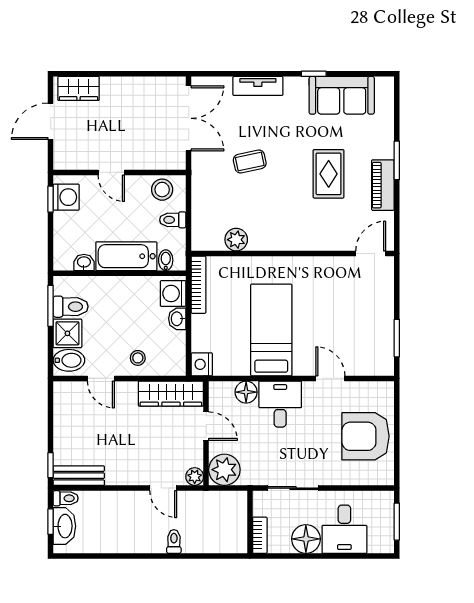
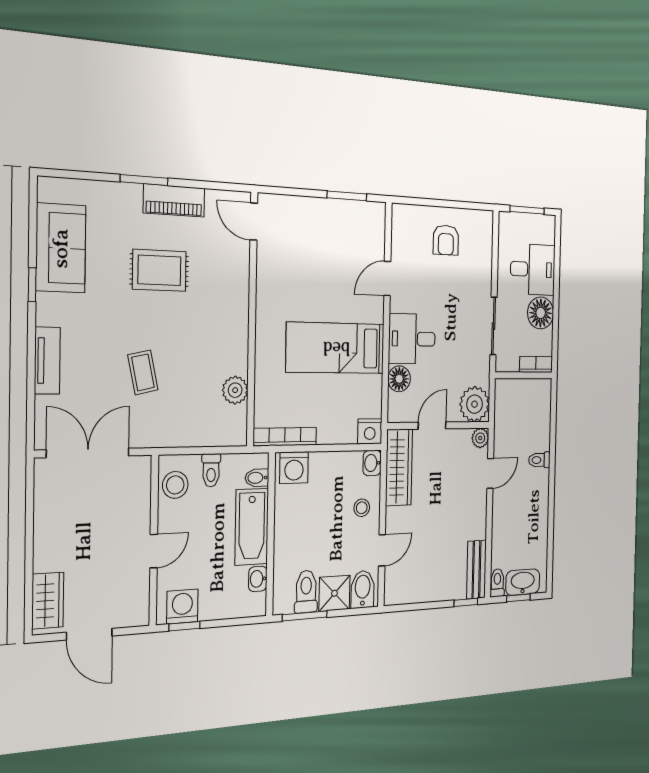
washbasin: (177, 319) -> (372, 463), moved, turned 90
armchair: (366, 436) -> (446, 240), width x0.53, depth x0.53

